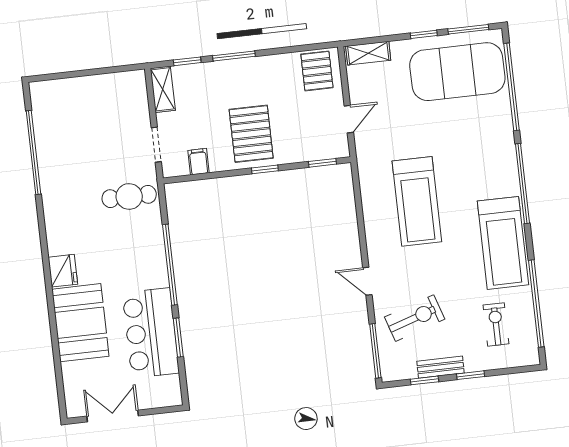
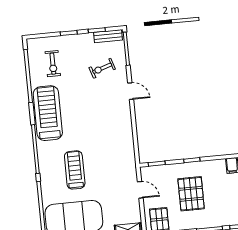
door: (349, 119) -> (140, 190), swing flipped
pallet: (251, 134) -> (191, 194), moved
treadmill: (417, 201) -> (75, 170), moved, width x0.73, depth x0.73
exercise bike: (415, 318) -> (102, 68), width x0.73, depth x0.72
bench: (440, 367) -> (108, 36), moved

